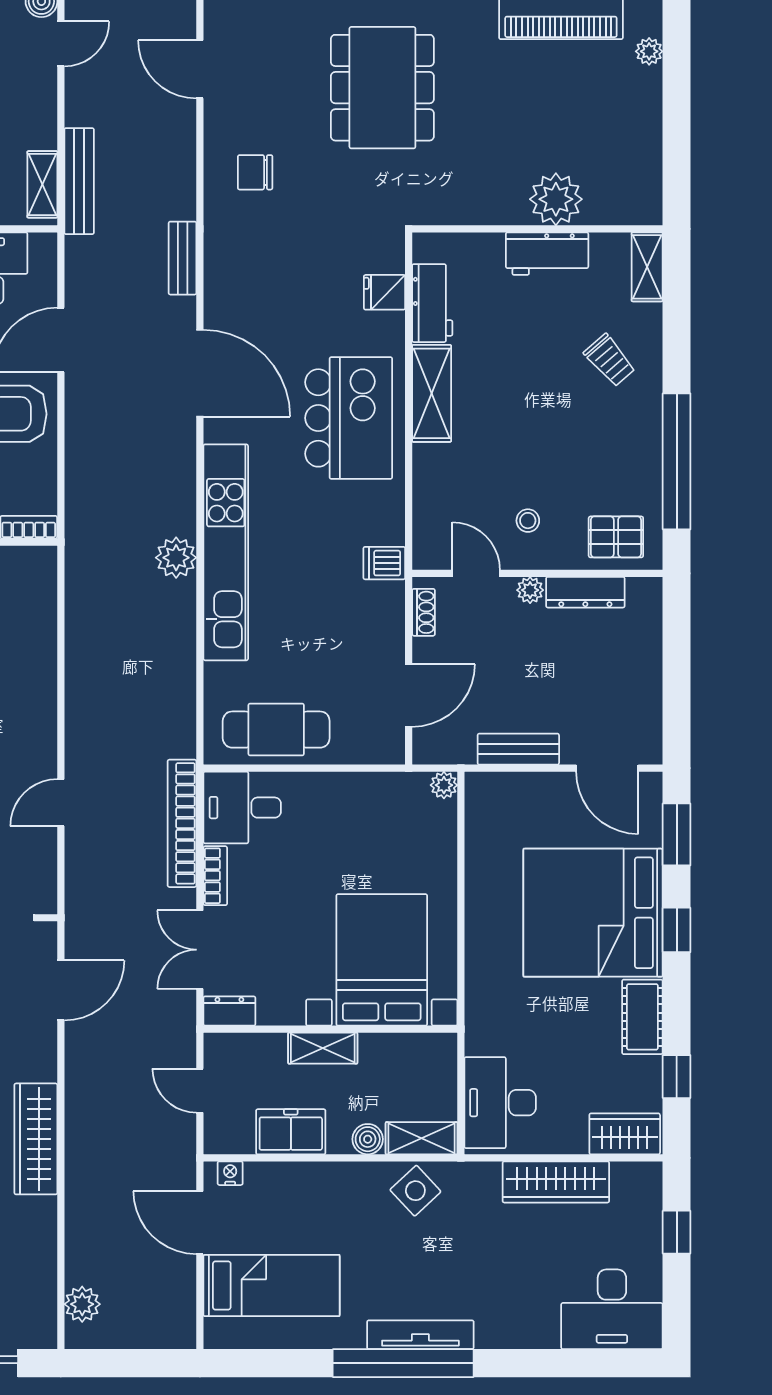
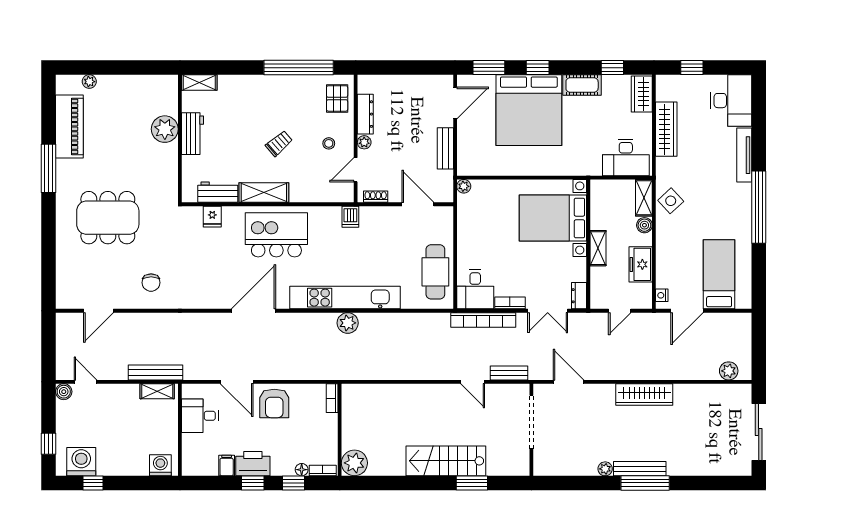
bench: (183, 258) -> (509, 373), moved
trolley: (610, 360) -> (279, 143), moved
tv unit: (420, 1335) -> (744, 155), moved

